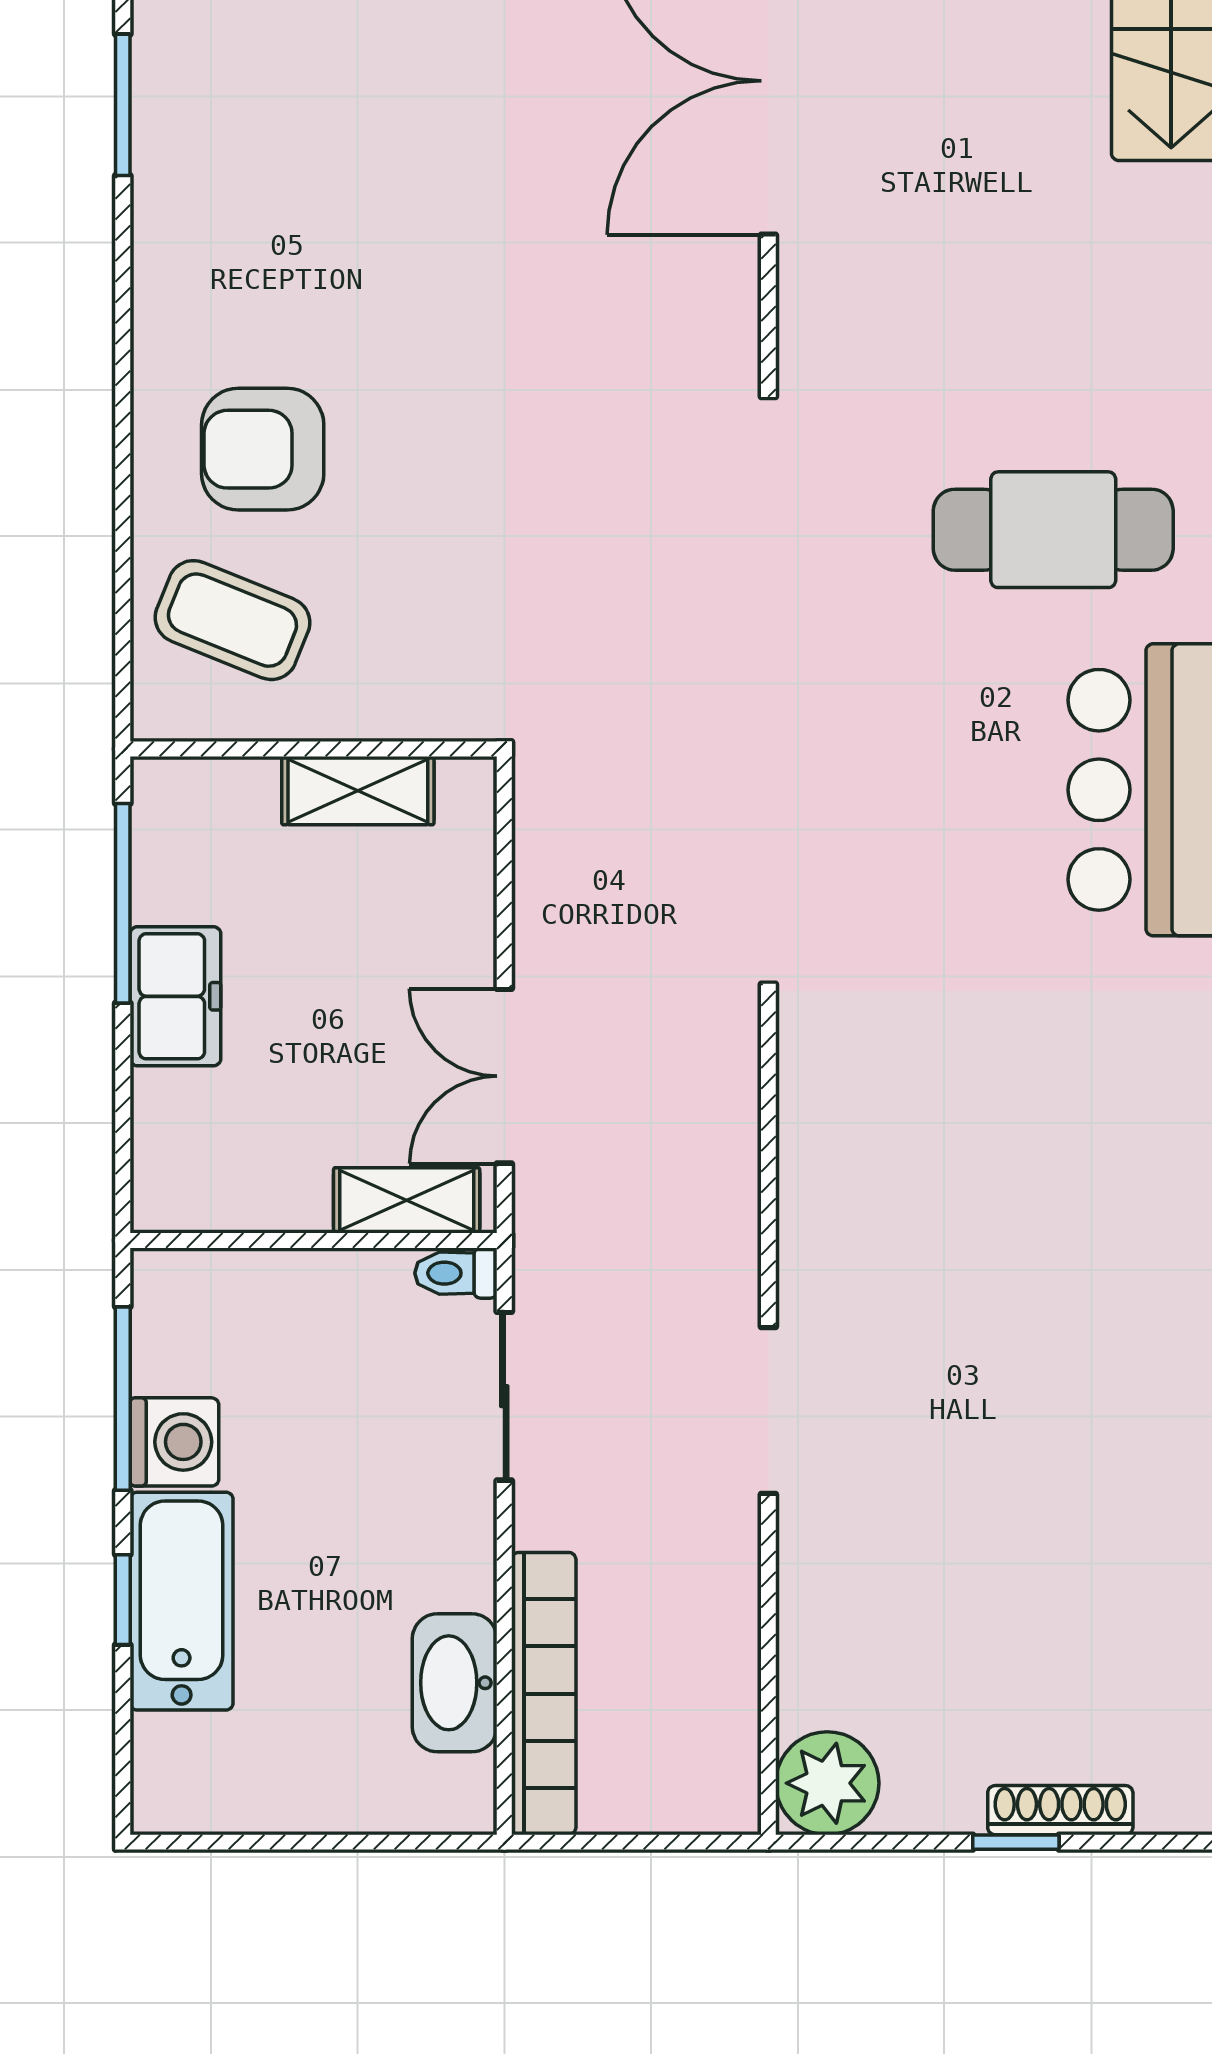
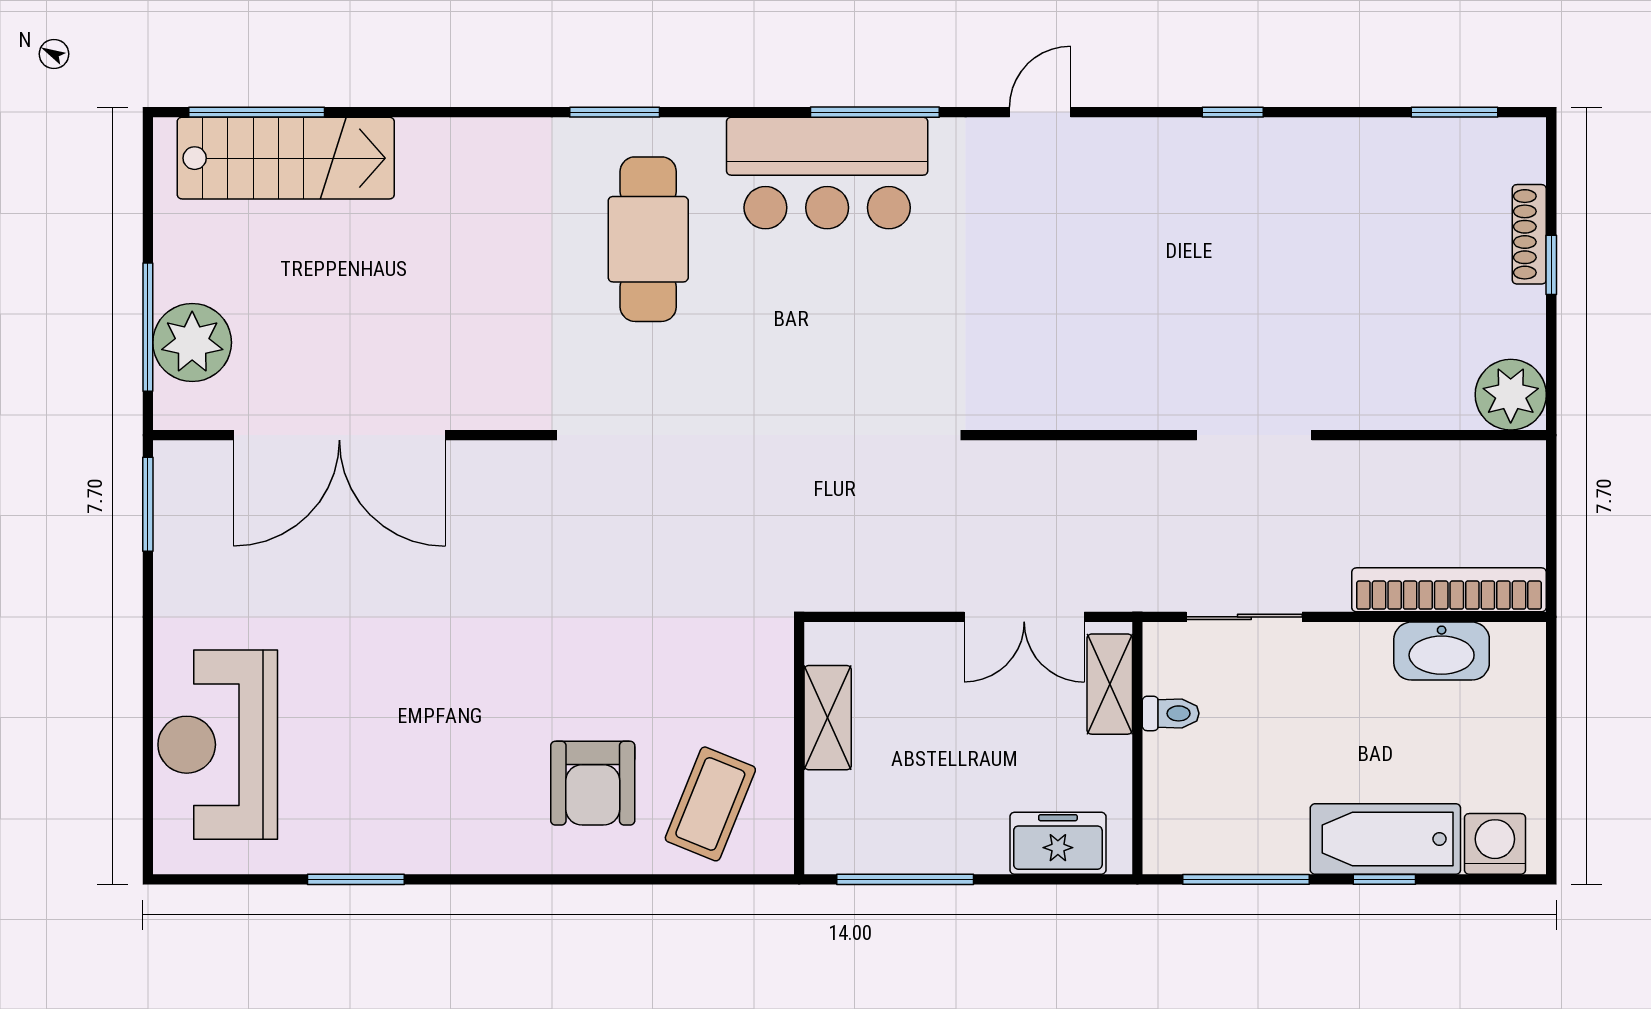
freezer: (175, 996) -> (1058, 843), moved
toilet: (456, 1273) -> (1171, 713), moved, turned -90
washing machine: (174, 1442) -> (1495, 844), moved

